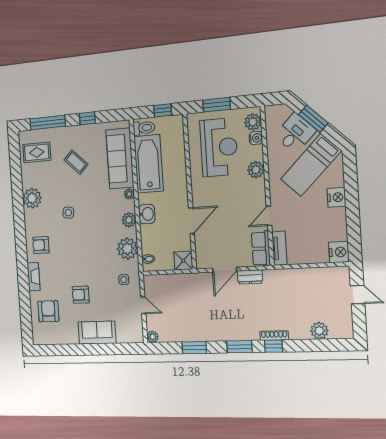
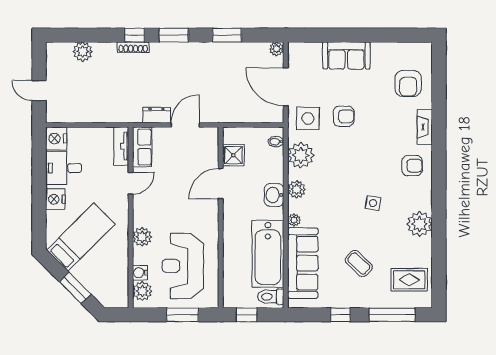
desk: (295, 133) -> (64, 168), moved, turned 45
shower: (183, 261) -> (233, 155), moved
side table: (124, 280) -> (308, 118), width x1.87, depth x1.87
armchair: (81, 295) -> (344, 116), moved
door: (143, 305) -> (286, 87), width x1.87

